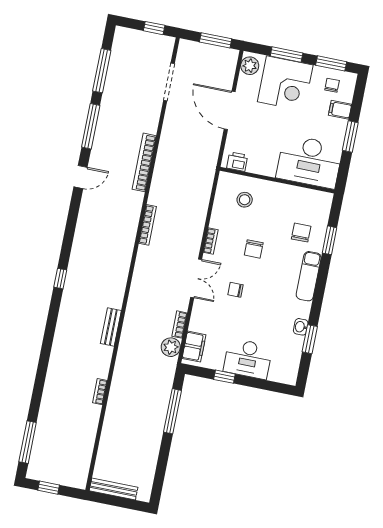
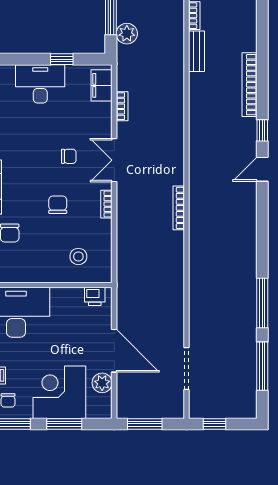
plant: (250, 66) -> (102, 383), moved
bookcase: (144, 162) -> (249, 85), moved, turned 180
door: (81, 177) -> (262, 169), moved
bench: (111, 327) -> (196, 51), moved
plant: (171, 347) -> (127, 34), moved

